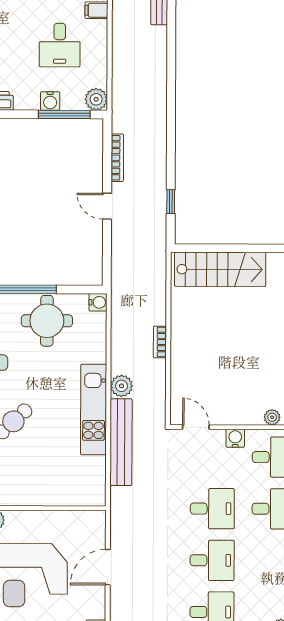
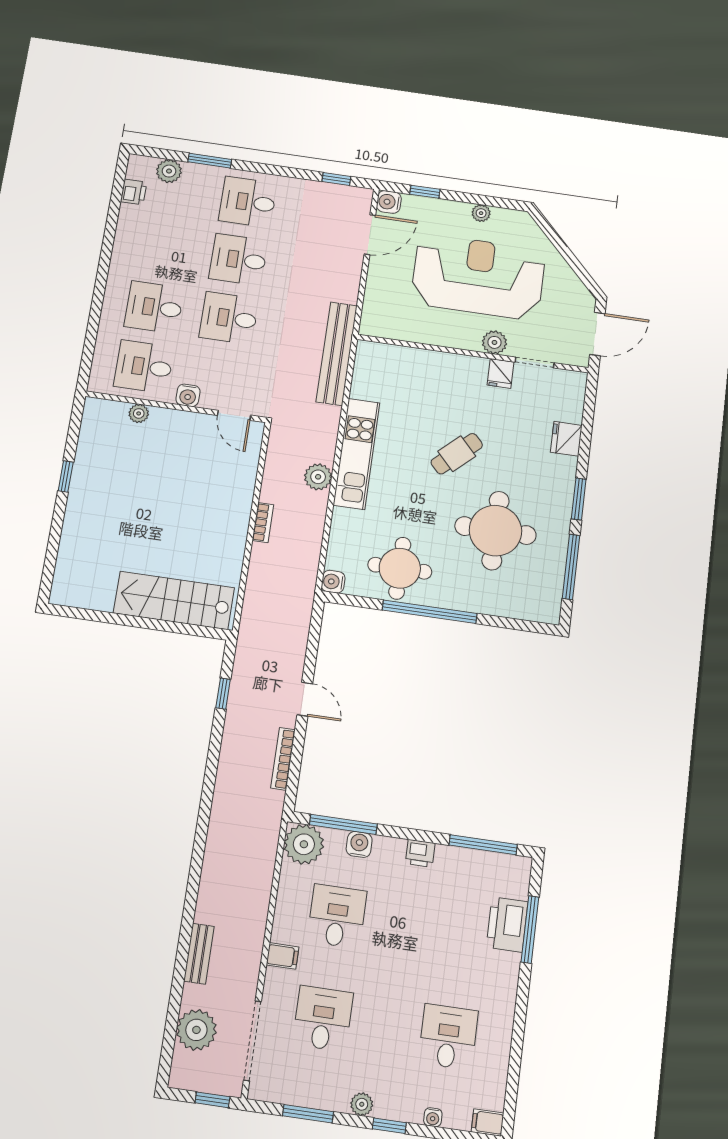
plant: (96, 99) -> (304, 844), width x1.36, depth x1.36
bench: (121, 442) -> (337, 354), moved
door: (108, 567) -> (370, 235), moved

